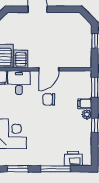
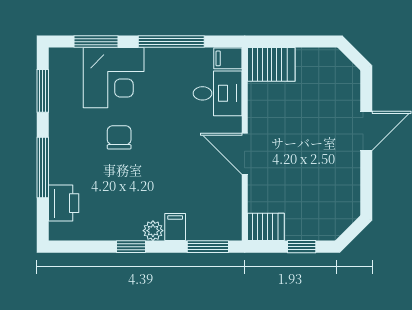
server rack: (21, 59) -> (266, 227), moved
chair: (49, 99) -> (119, 137), moved

